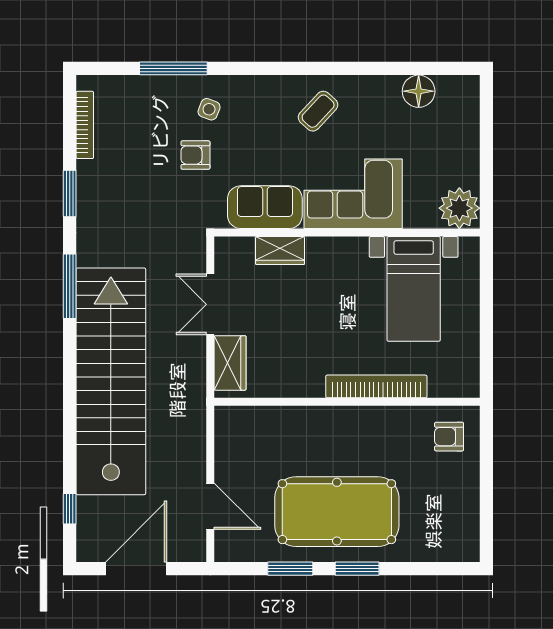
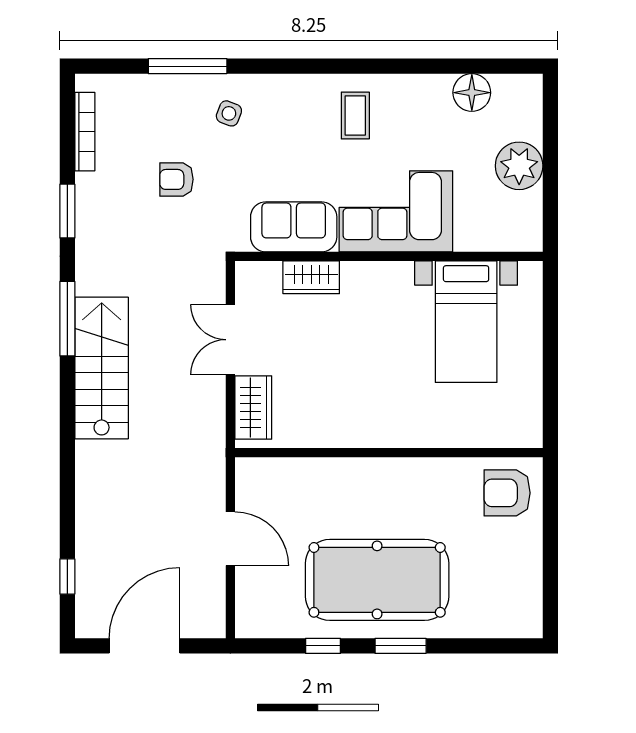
coffee table: (318, 111) -> (355, 116), turned -43
armchair: (195, 155) -> (176, 179), moved
plant: (459, 208) -> (519, 166), moved
stairs: (111, 381) -> (102, 368), width x0.54, depth x0.66
bookcase: (376, 386) -> (423, 435), removed
armchair: (449, 437) -> (507, 493), width x1.38, depth x1.38
door: (210, 506) -> (230, 539), moved
window: (290, 569) -> (323, 646), width x0.67

